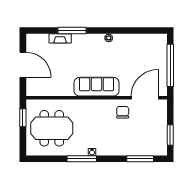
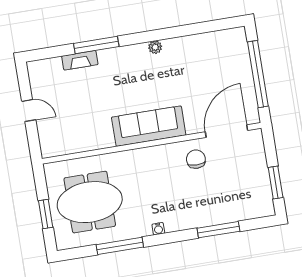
door: (23, 65) -> (29, 111), width x0.53
window: (23, 118) -> (46, 214), moved
window: (82, 159) -> (120, 246), moved
window: (140, 159) -> (218, 230), moved

